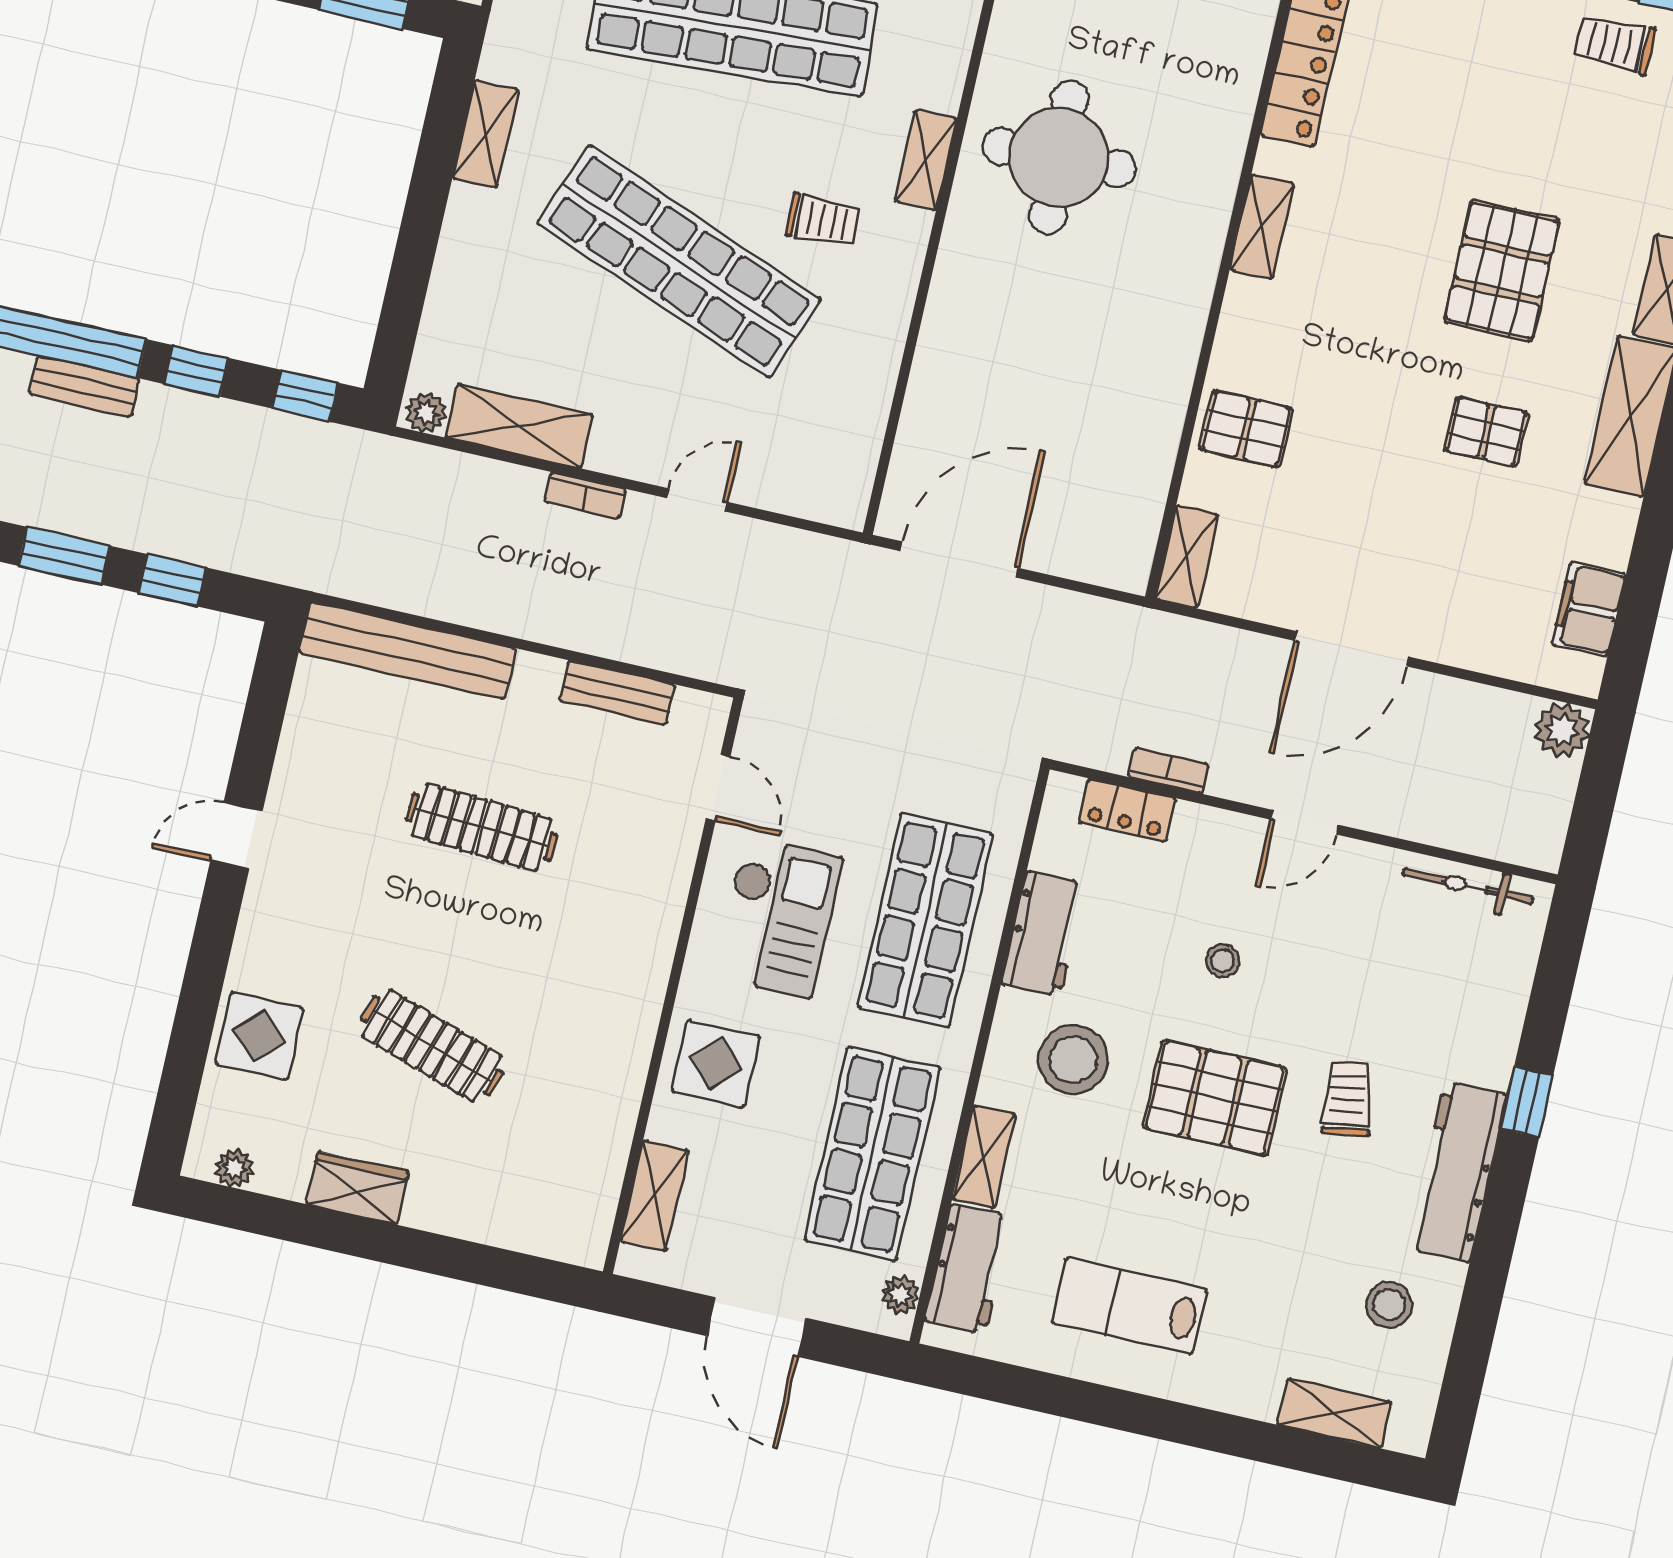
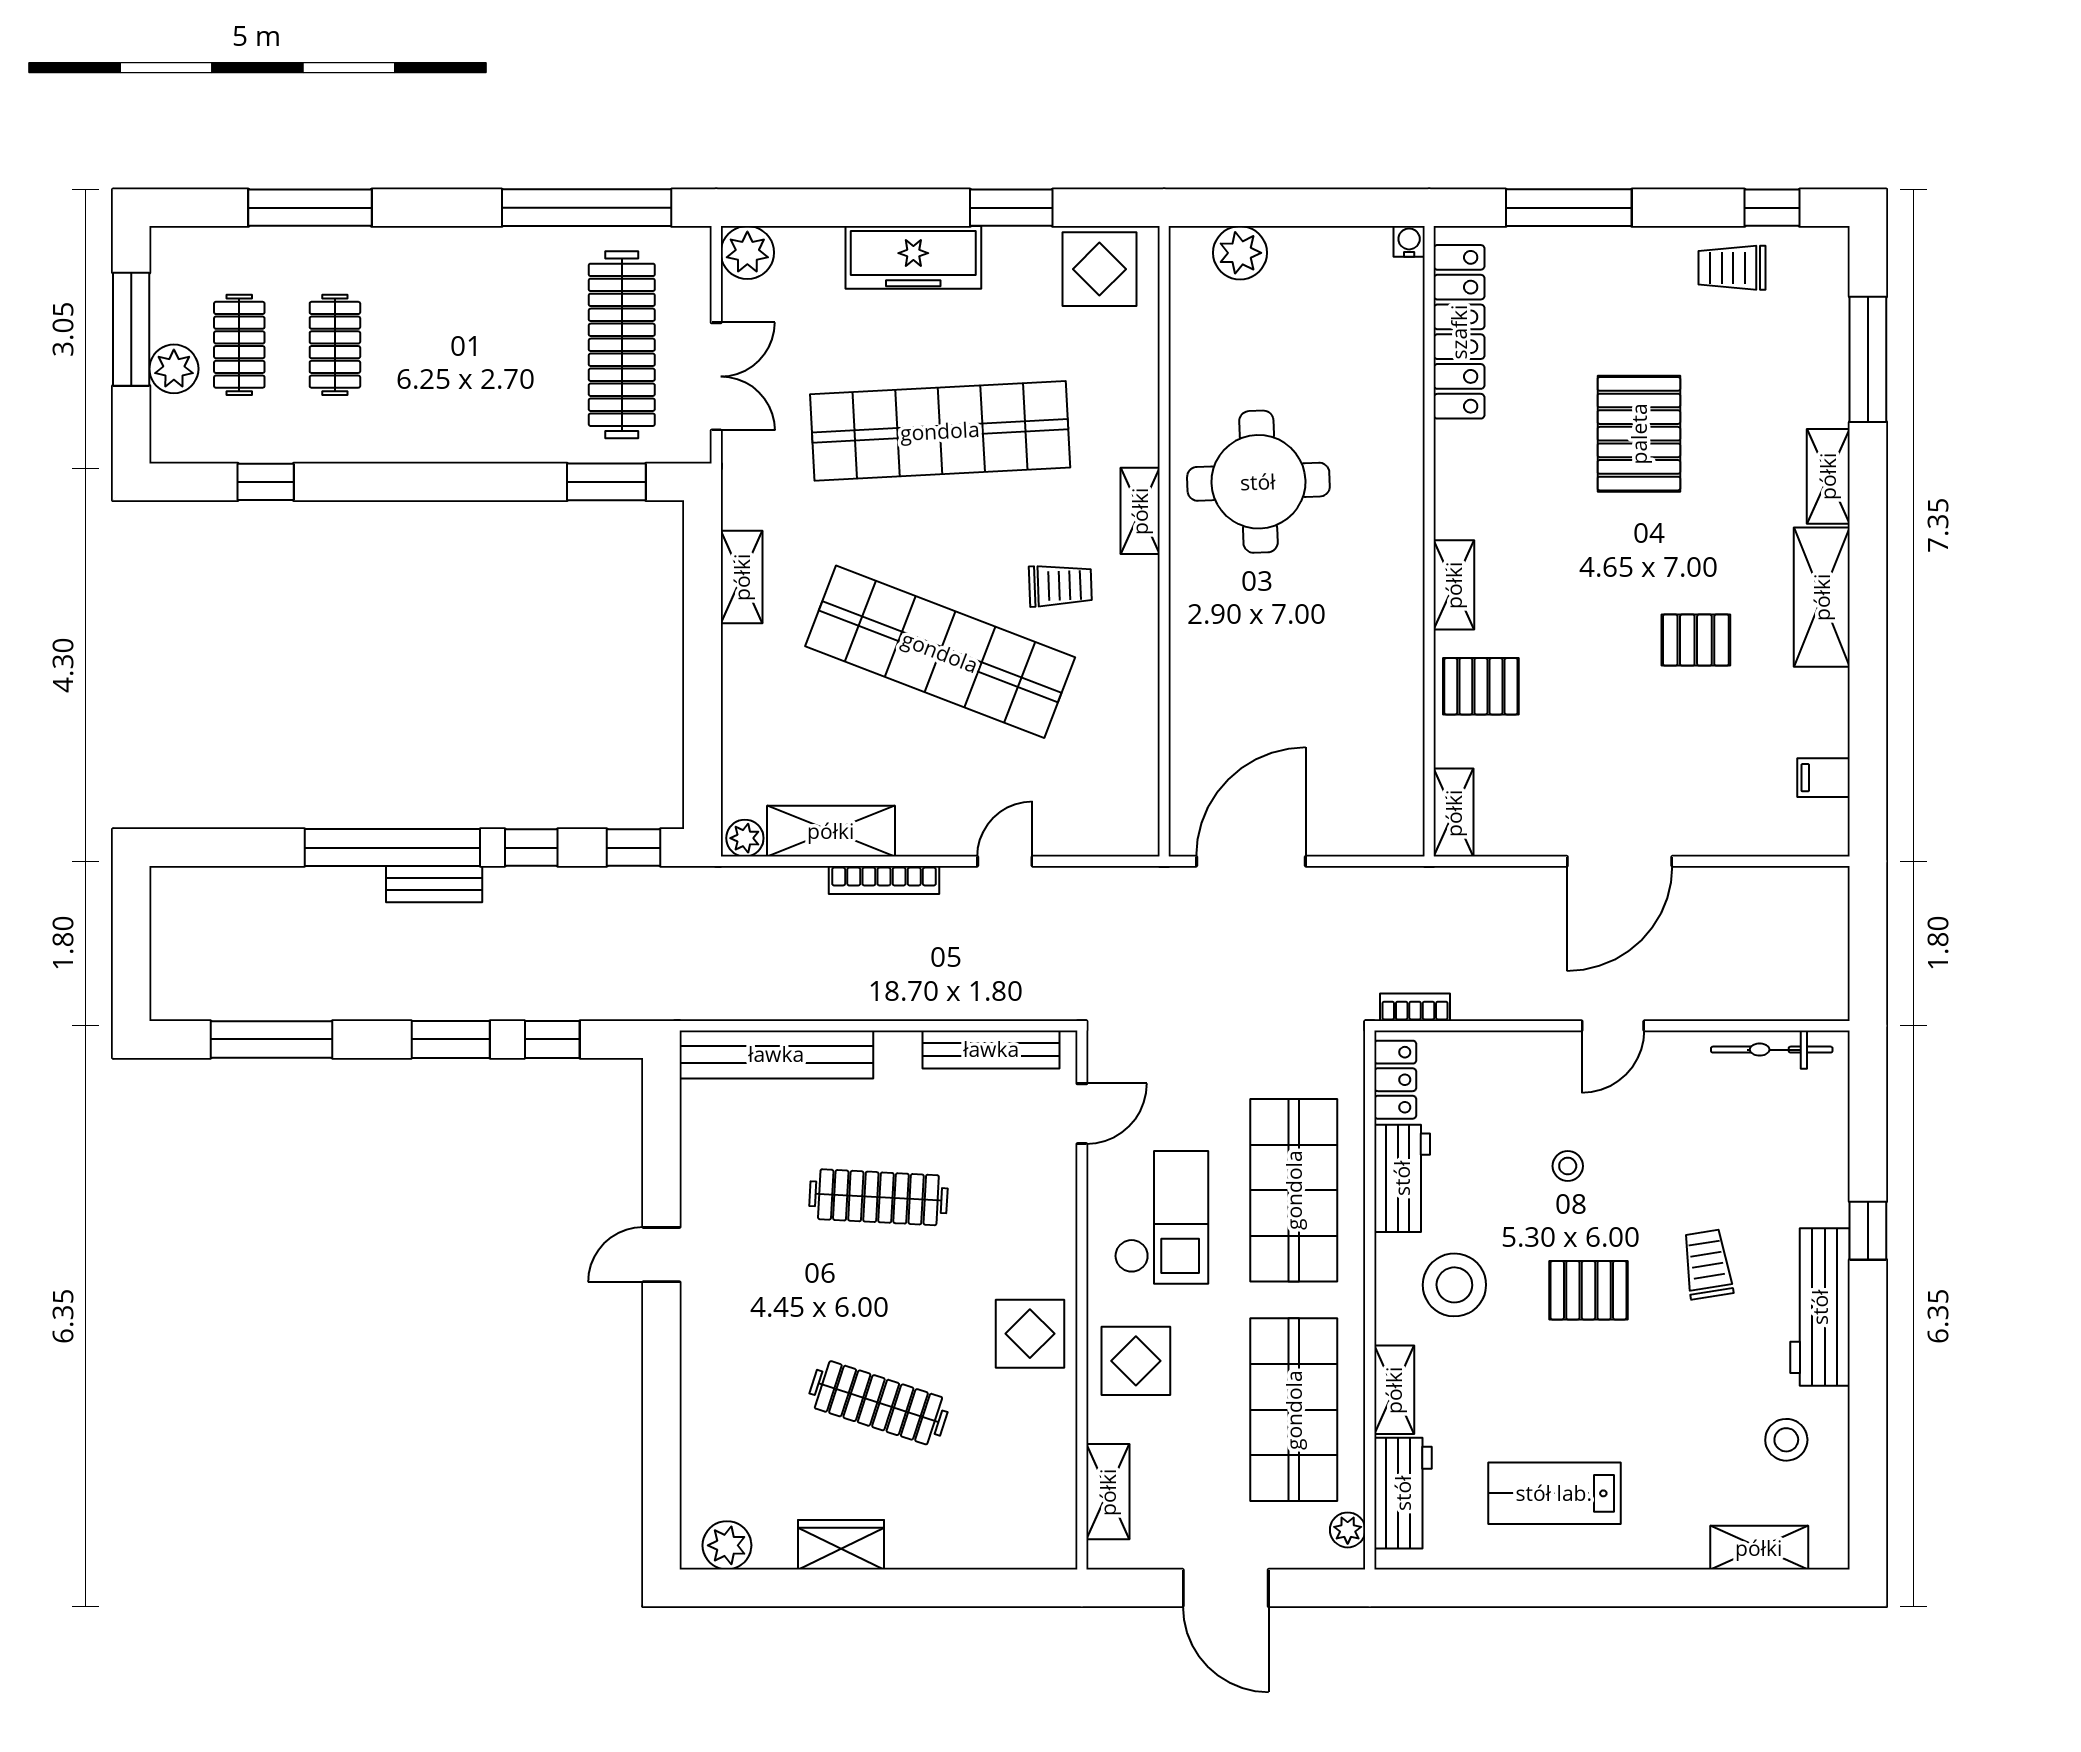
shelving: (1262, 227) -> (1454, 585), moved
pallet: (1502, 271) -> (1639, 434), moved
bookcase: (585, 495) -> (884, 880), width x1.56
filing cabinet: (1589, 609) -> (1824, 778), width x0.50
bench: (617, 693) -> (991, 1049), width x1.36
plant: (1562, 730) -> (1824, 891), removed
bookcase: (1168, 771) -> (1415, 1007), moved
door: (718, 787) -> (1082, 1114), hinge flipped
locker: (1127, 810) -> (1395, 1080), moved, turned -90
display table: (259, 1036) -> (1030, 1334), moved
pallet: (1215, 1098) -> (1588, 1290), width x0.67, depth x0.71
plant: (234, 1168) -> (727, 1545), width x1.38, depth x1.38

